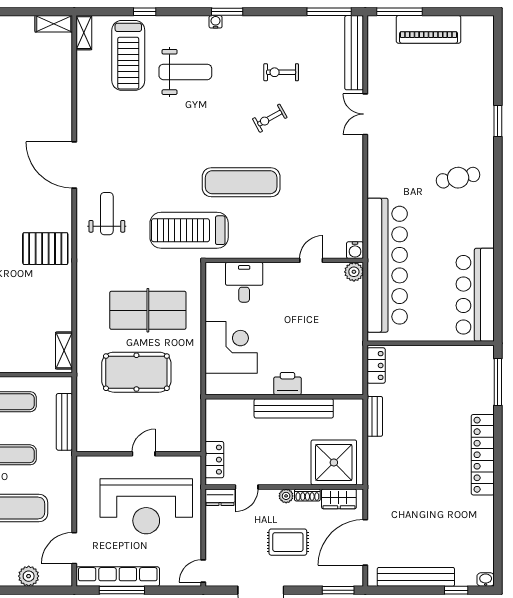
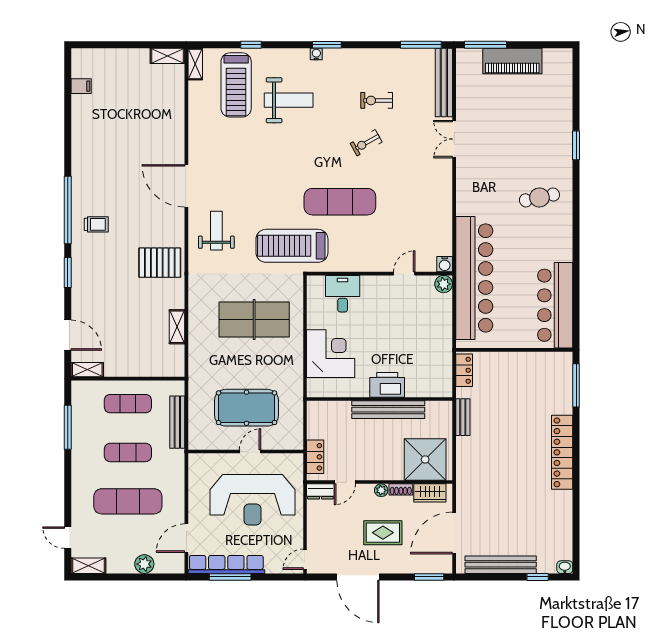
shelving: (64, 351) -> (177, 327), moved
pool table: (136, 372) -> (247, 408), moved
printer: (287, 384) -> (387, 385), width x1.37, depth x1.19

